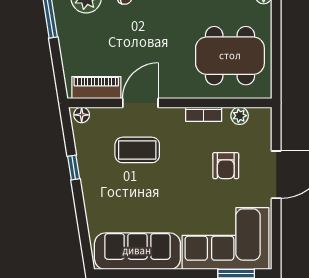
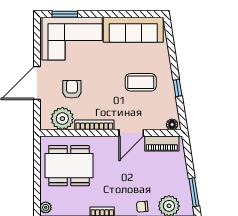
bookcase: (204, 114) -> (94, 125), width x1.56
plant: (240, 116) -> (62, 119), width x1.87, depth x1.87
coffee table: (137, 150) -> (141, 82), moved

